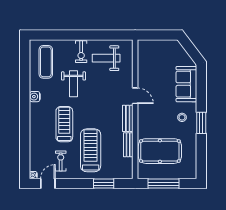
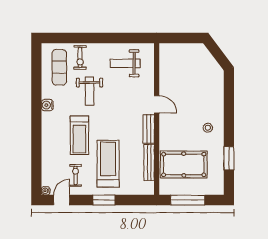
exercise bike: (81, 52) -> (80, 57), moved
sofa: (186, 84) -> (213, 91), removed
window: (201, 123) -> (229, 158), moved
treadmill: (64, 124) -> (79, 135), turned 180
bench: (128, 145) -> (149, 163), width x1.36
window: (104, 184) -> (104, 200), moved

